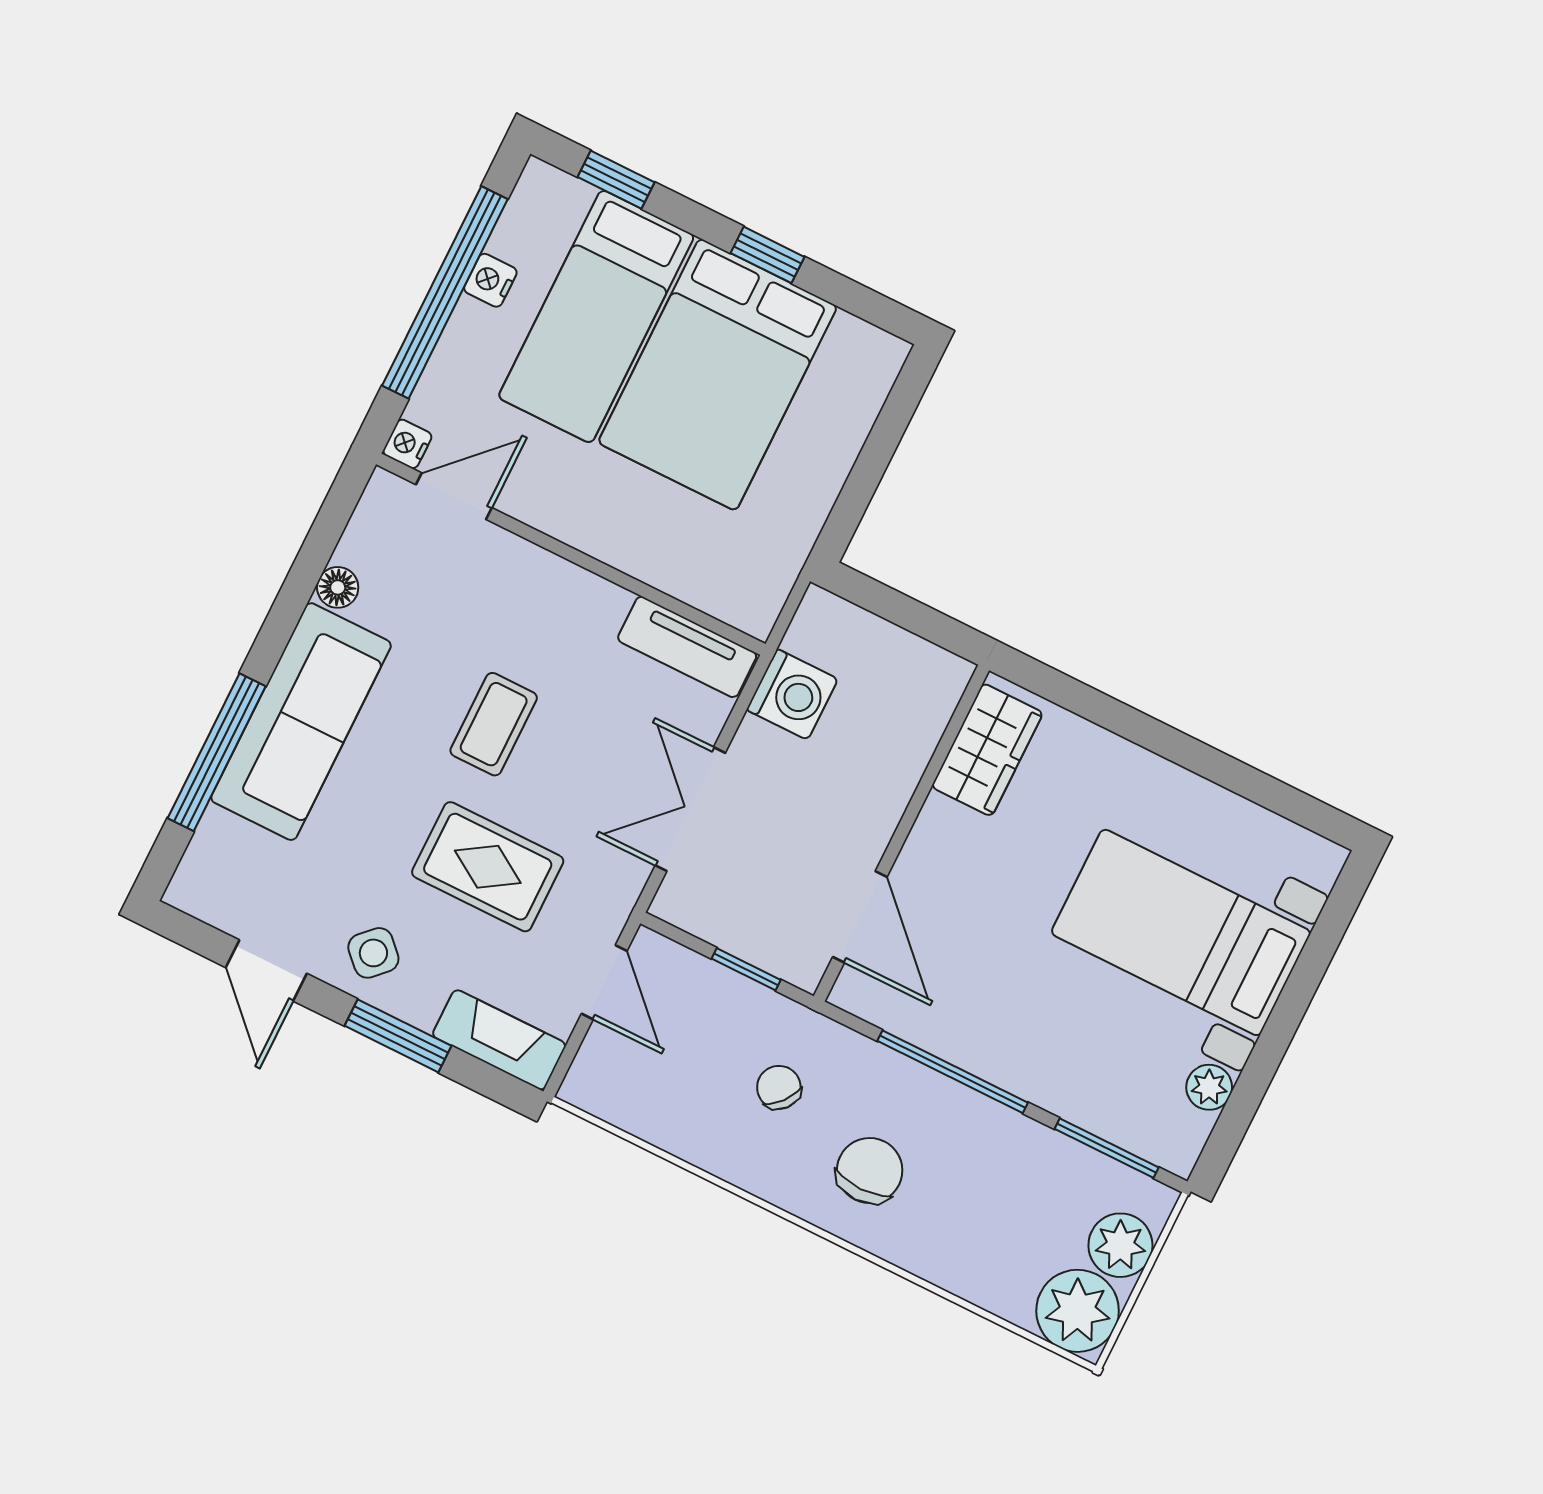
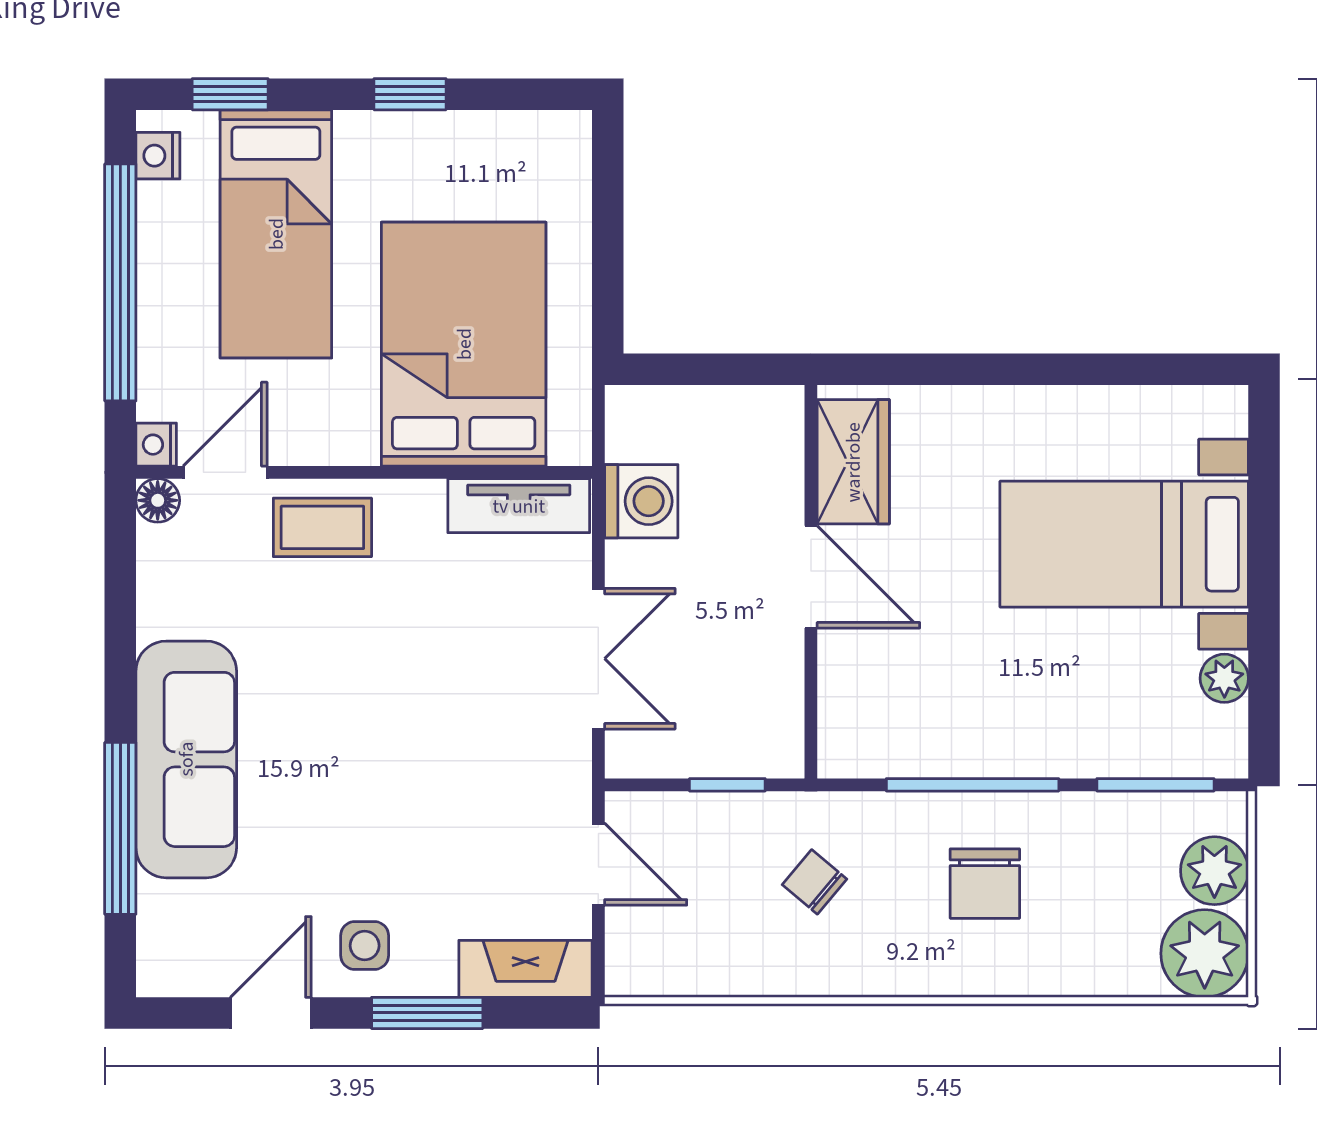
nightstand: (490, 280) -> (158, 156), moved
bed: (718, 375) -> (464, 344), moved, turned 180
floor lamp: (338, 587) -> (158, 500), moved
coffee table: (494, 724) -> (322, 527), moved, turned 90
double door: (690, 809) -> (598, 659), swing flipped
rug: (488, 867) -> (433, 809), removed
door: (860, 917) -> (811, 577), moved
side table: (373, 953) -> (365, 946), turned 45
door: (266, 970) -> (271, 1013), swing flipped
chair: (870, 1171) -> (985, 884), moved, turned 180

